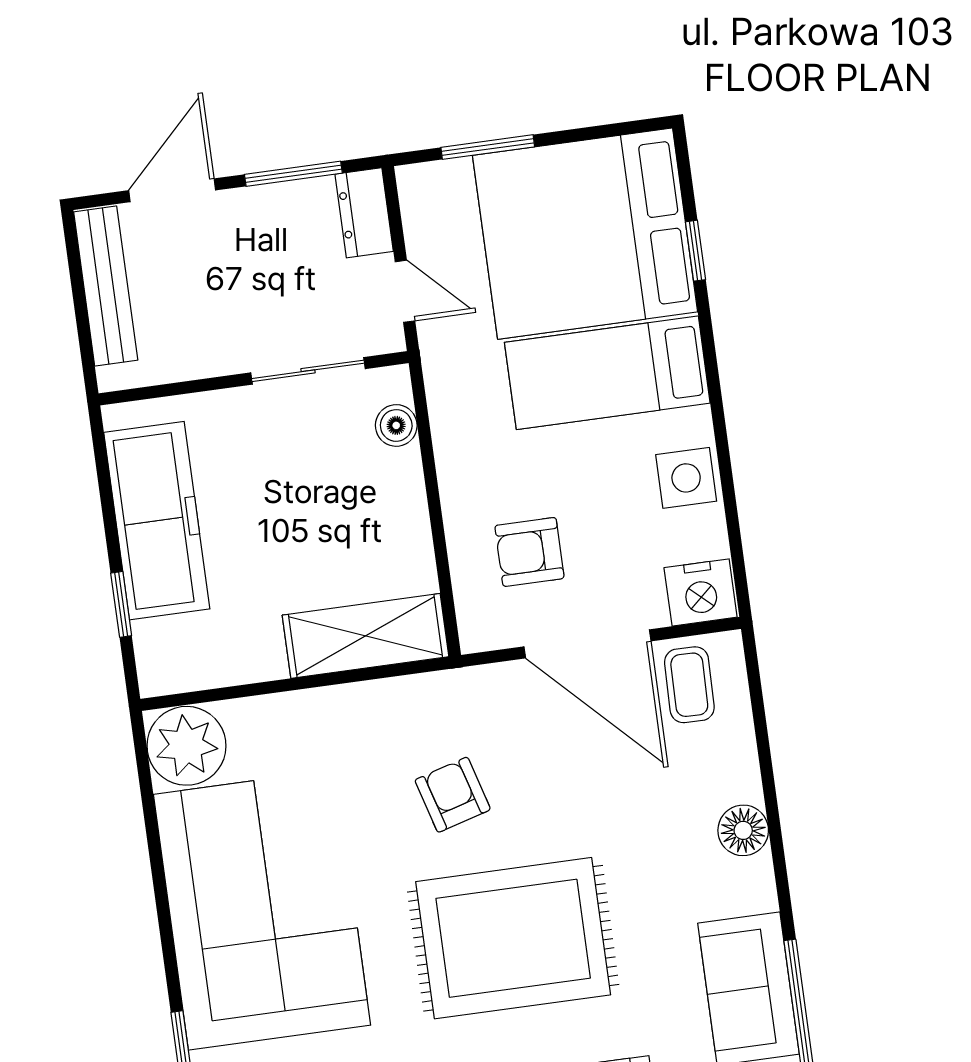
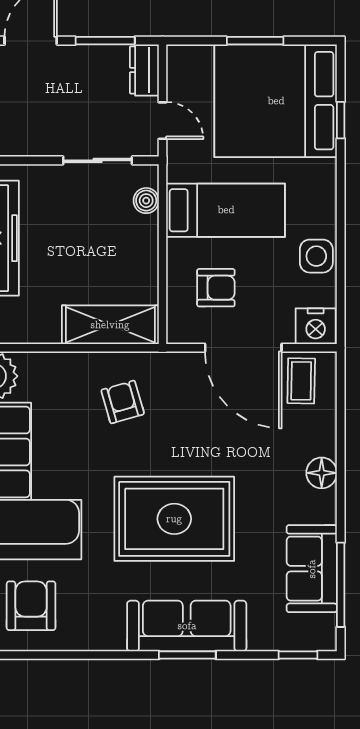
window: (488, 147) -> (255, 41), moved
bed: (607, 373) -> (226, 210), moved, turned 180
armchair: (529, 552) -> (216, 288), turned 180
armchair: (453, 795) -> (123, 402), moved

